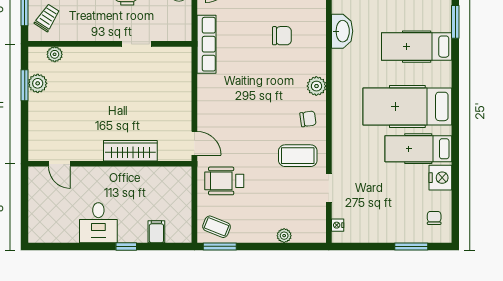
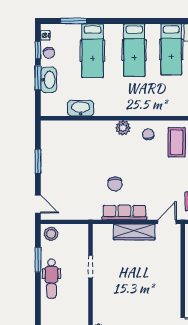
chair: (282, 36) -> (115, 184), moved, turned 180
row of seats: (207, 44) -> (124, 213), moved
hospital bed: (407, 106) -> (134, 50), width x0.73, depth x0.78
wardrobe: (130, 151) -> (134, 232), moved, turned -90

